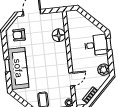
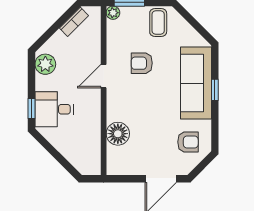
armchair: (50, 76) -> (142, 63), added
door: (72, 79) -> (104, 76), moved

